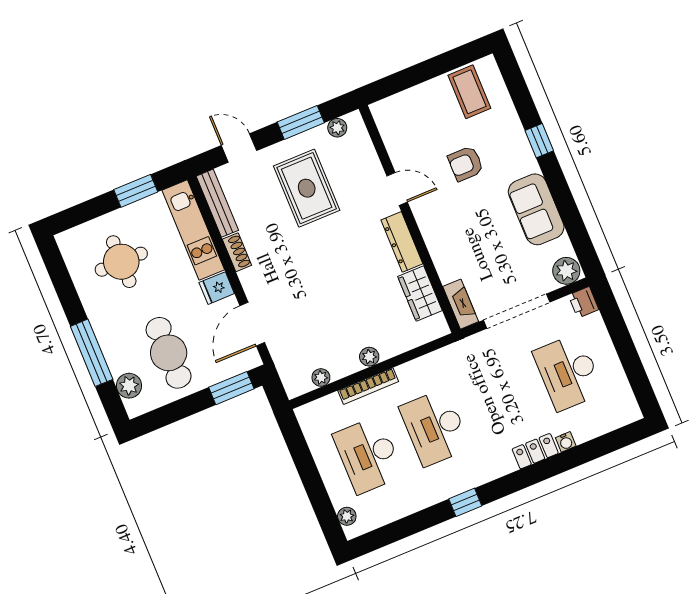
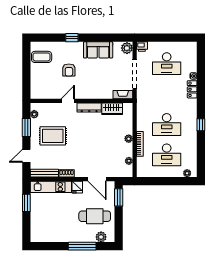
round table: (121, 262) -> (52, 220), removed

